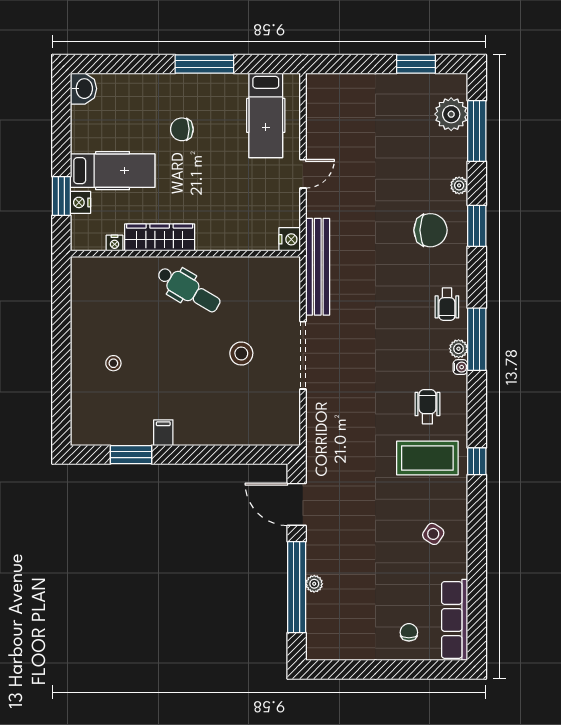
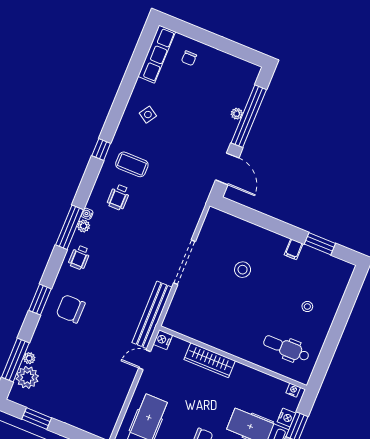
door: (303, 174) -> (145, 360), moved
plant: (459, 185) -> (29, 358), moved
wardrobe: (160, 237) -> (210, 360), moved
nightstand: (115, 243) -> (293, 390), moved
dental chair: (189, 289) -> (286, 348), moved, turned -31
wheelchair: (447, 304) -> (79, 257), turned 180
stool: (241, 354) -> (243, 270), moved
coffee table: (427, 458) -> (132, 164), width x0.73, depth x0.76

